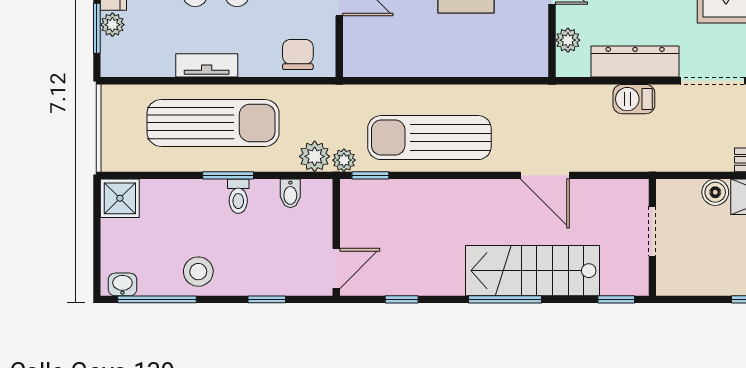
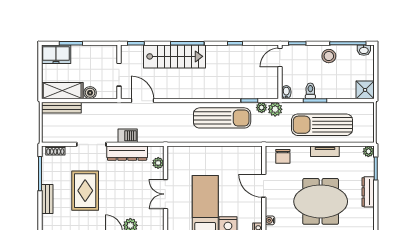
plant: (112, 25) -> (368, 151), moved
door: (545, 175) -> (142, 101), moved
wall: (336, 237) -> (280, 72), moved
door: (336, 268) -> (280, 57), moved

